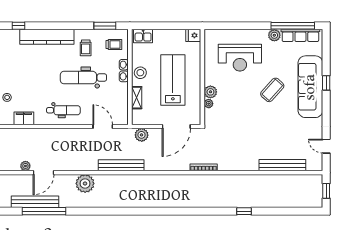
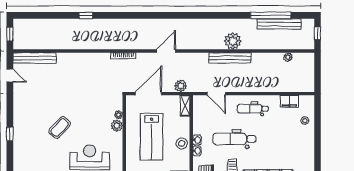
dental chair: (83, 78) -> (234, 139), turned 180
sofa: (310, 87) -> (24, 130), removed
shelving: (137, 98) -> (185, 106), moved
bench: (121, 165) -> (230, 58), moved
bench: (282, 165) -> (35, 58), moved
door: (43, 173) -> (166, 51), moved

